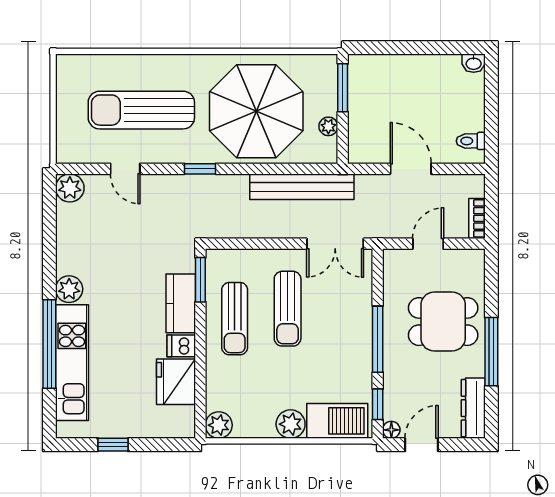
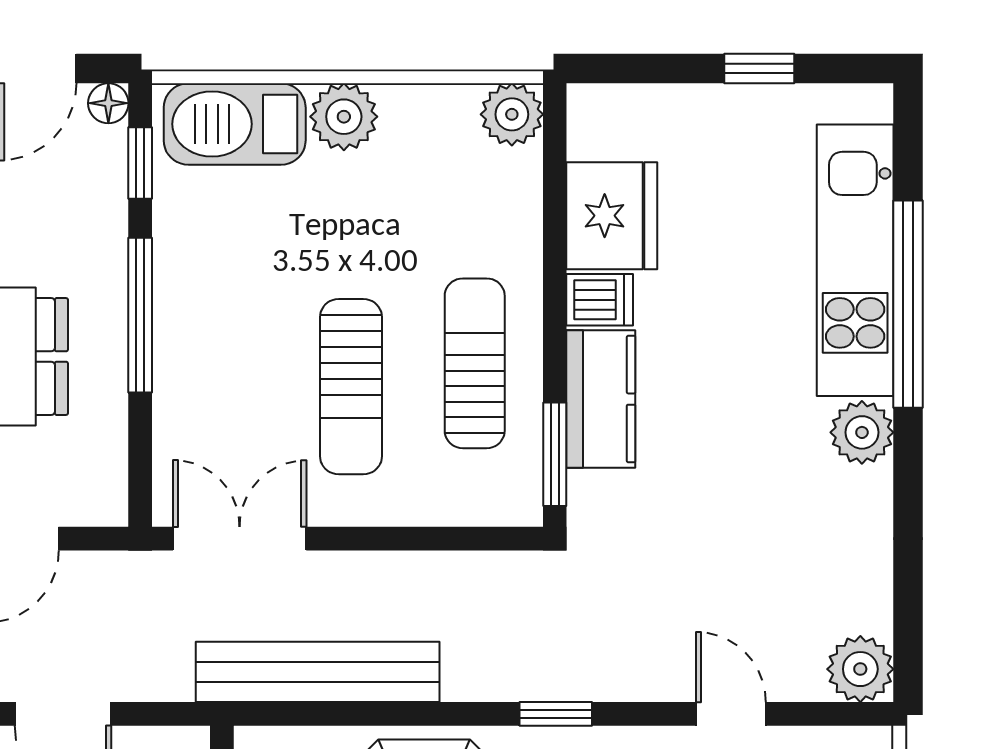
sun lounger: (288, 309) -> (351, 387), turned 180

